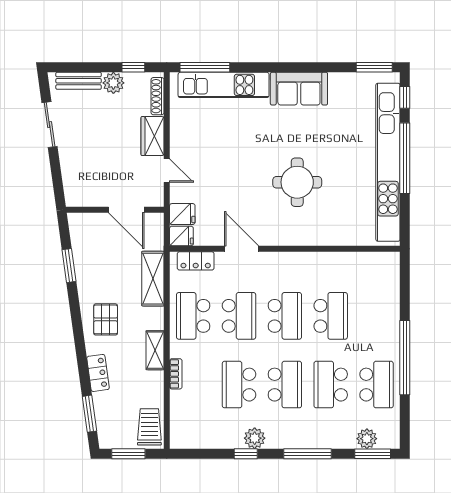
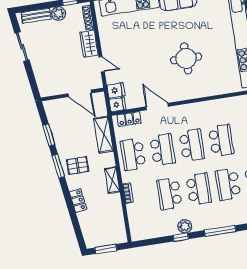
pallet: (106, 319) -> (78, 166), turned 90
window: (90, 414) -> (58, 166), moved
trolley: (149, 427) -> (116, 230), removed

